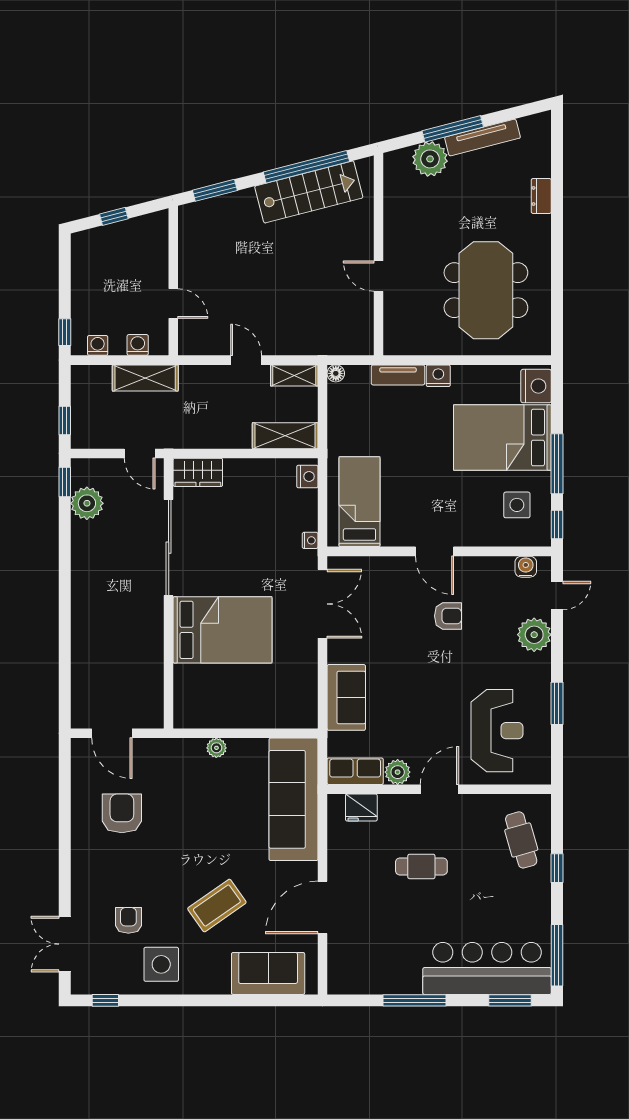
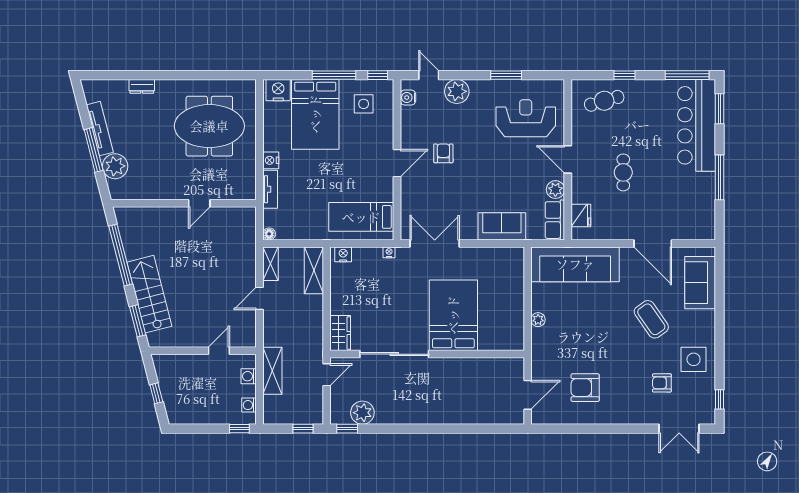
stairs: (309, 192) -> (149, 294), moved

